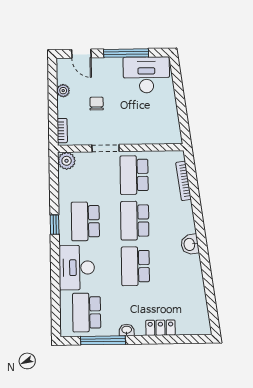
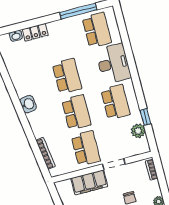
filing cabinet: (140, 134) -> (89, 182), added
plant: (67, 161) -> (138, 131), moved
window: (55, 225) -> (145, 117), moved
washbasin: (127, 330) -> (16, 36), moved

